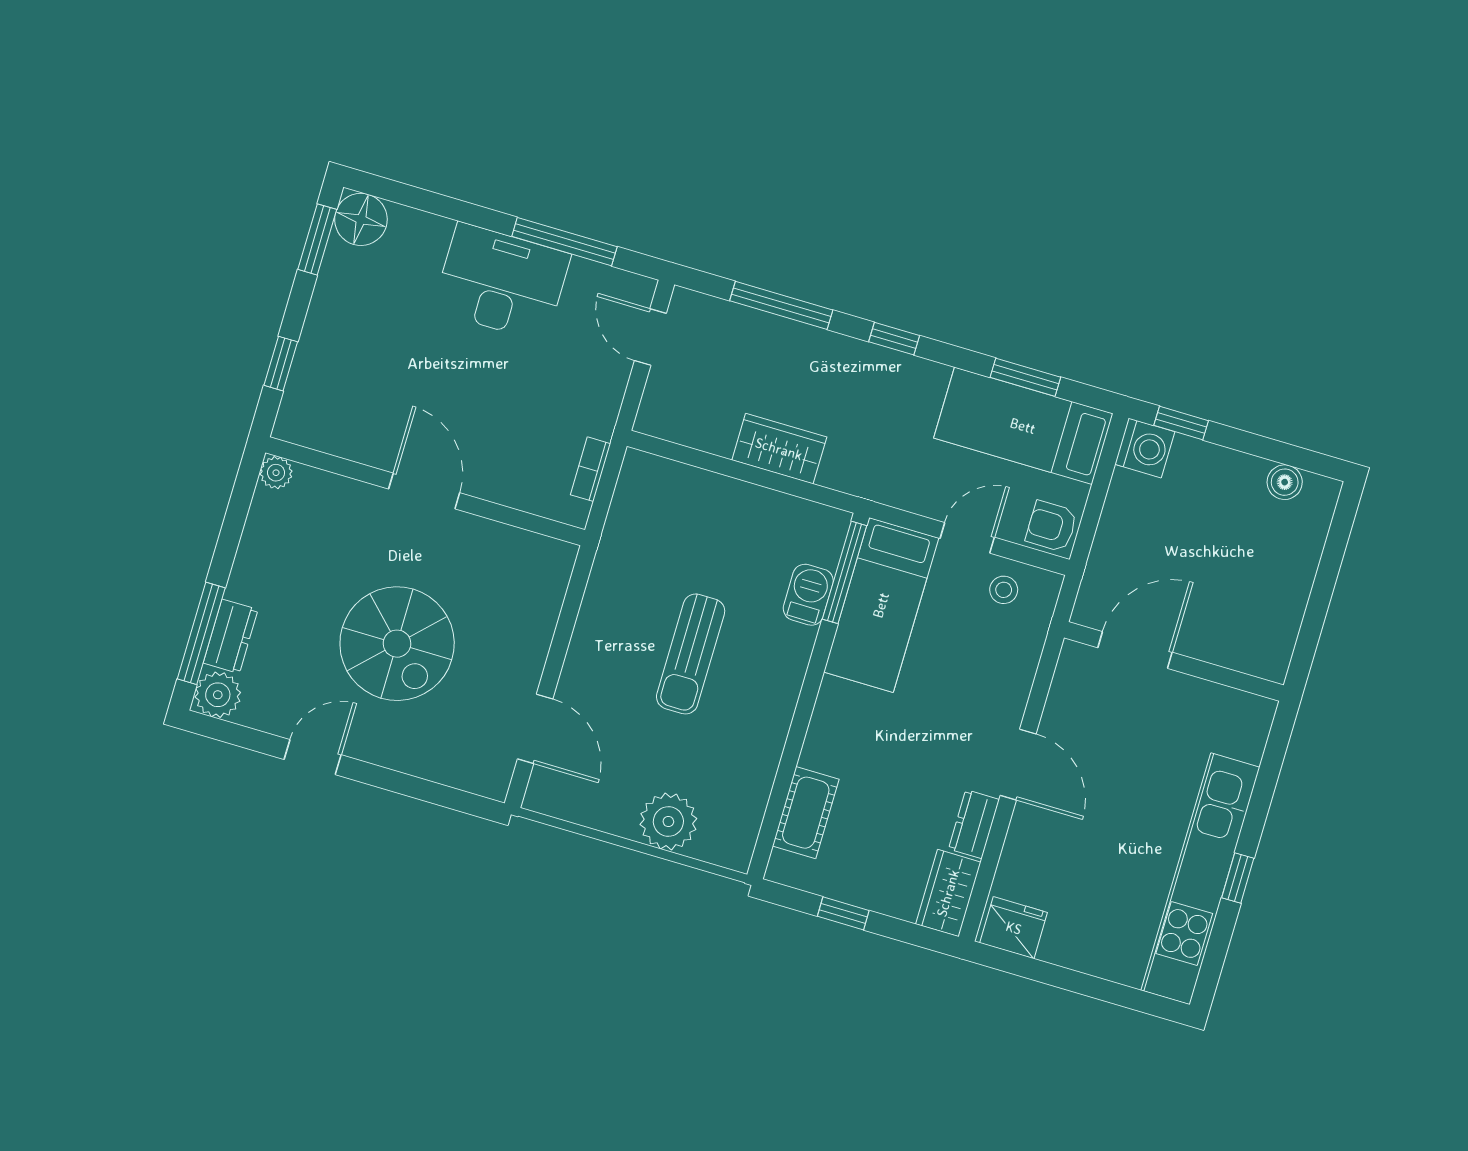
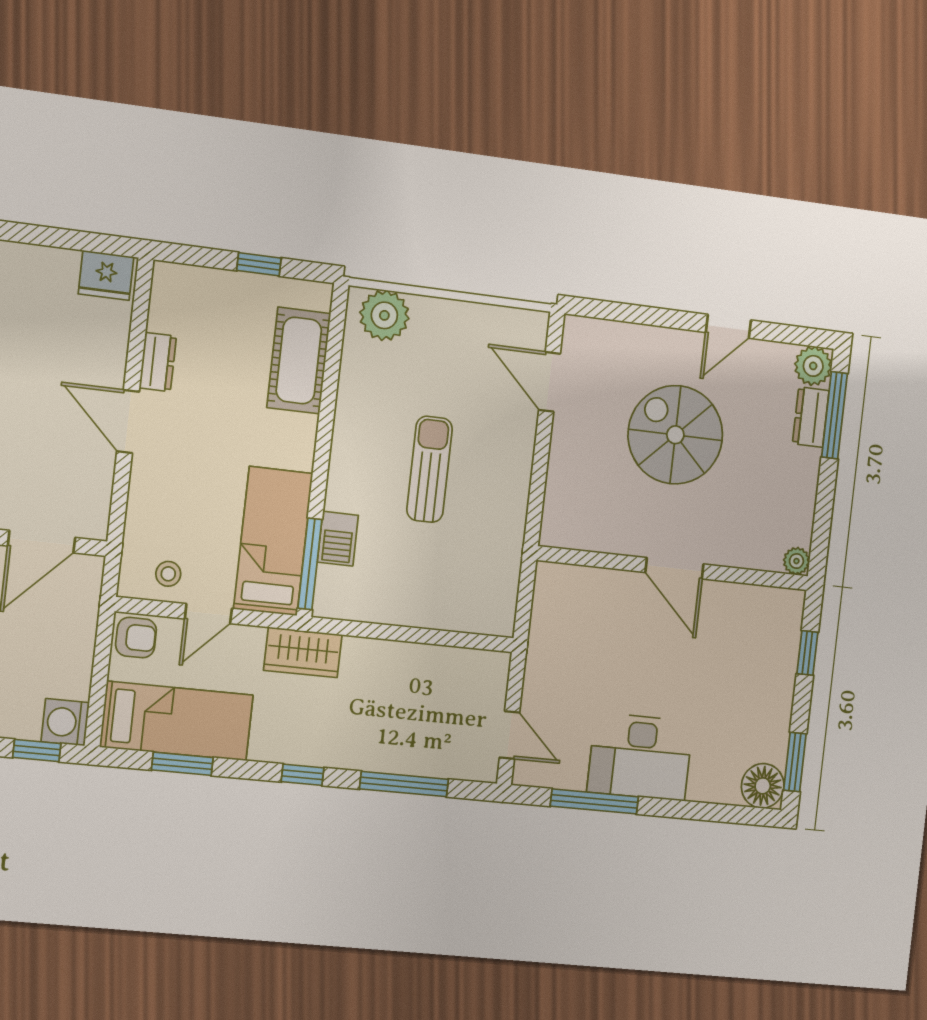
wardrobe: (779, 449) -> (303, 652), moved
bookcase: (590, 469) -> (541, 613), removed
cot: (806, 813) -> (299, 361), width x1.37, depth x1.34
plant: (668, 822) -> (384, 315), moved
wardrobe: (948, 893) -> (170, 297), removed

